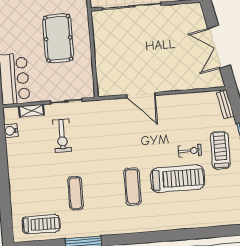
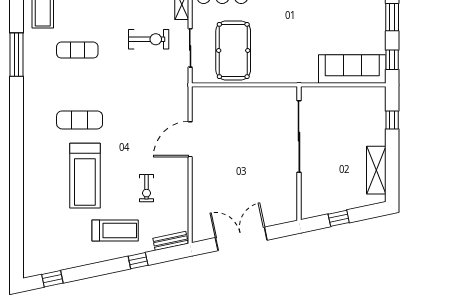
pool table: (58, 38) -> (233, 50), moved, turned 90
exercise bike: (62, 136) -> (149, 39), turned 180
exercise bike: (190, 151) -> (147, 188), moved

